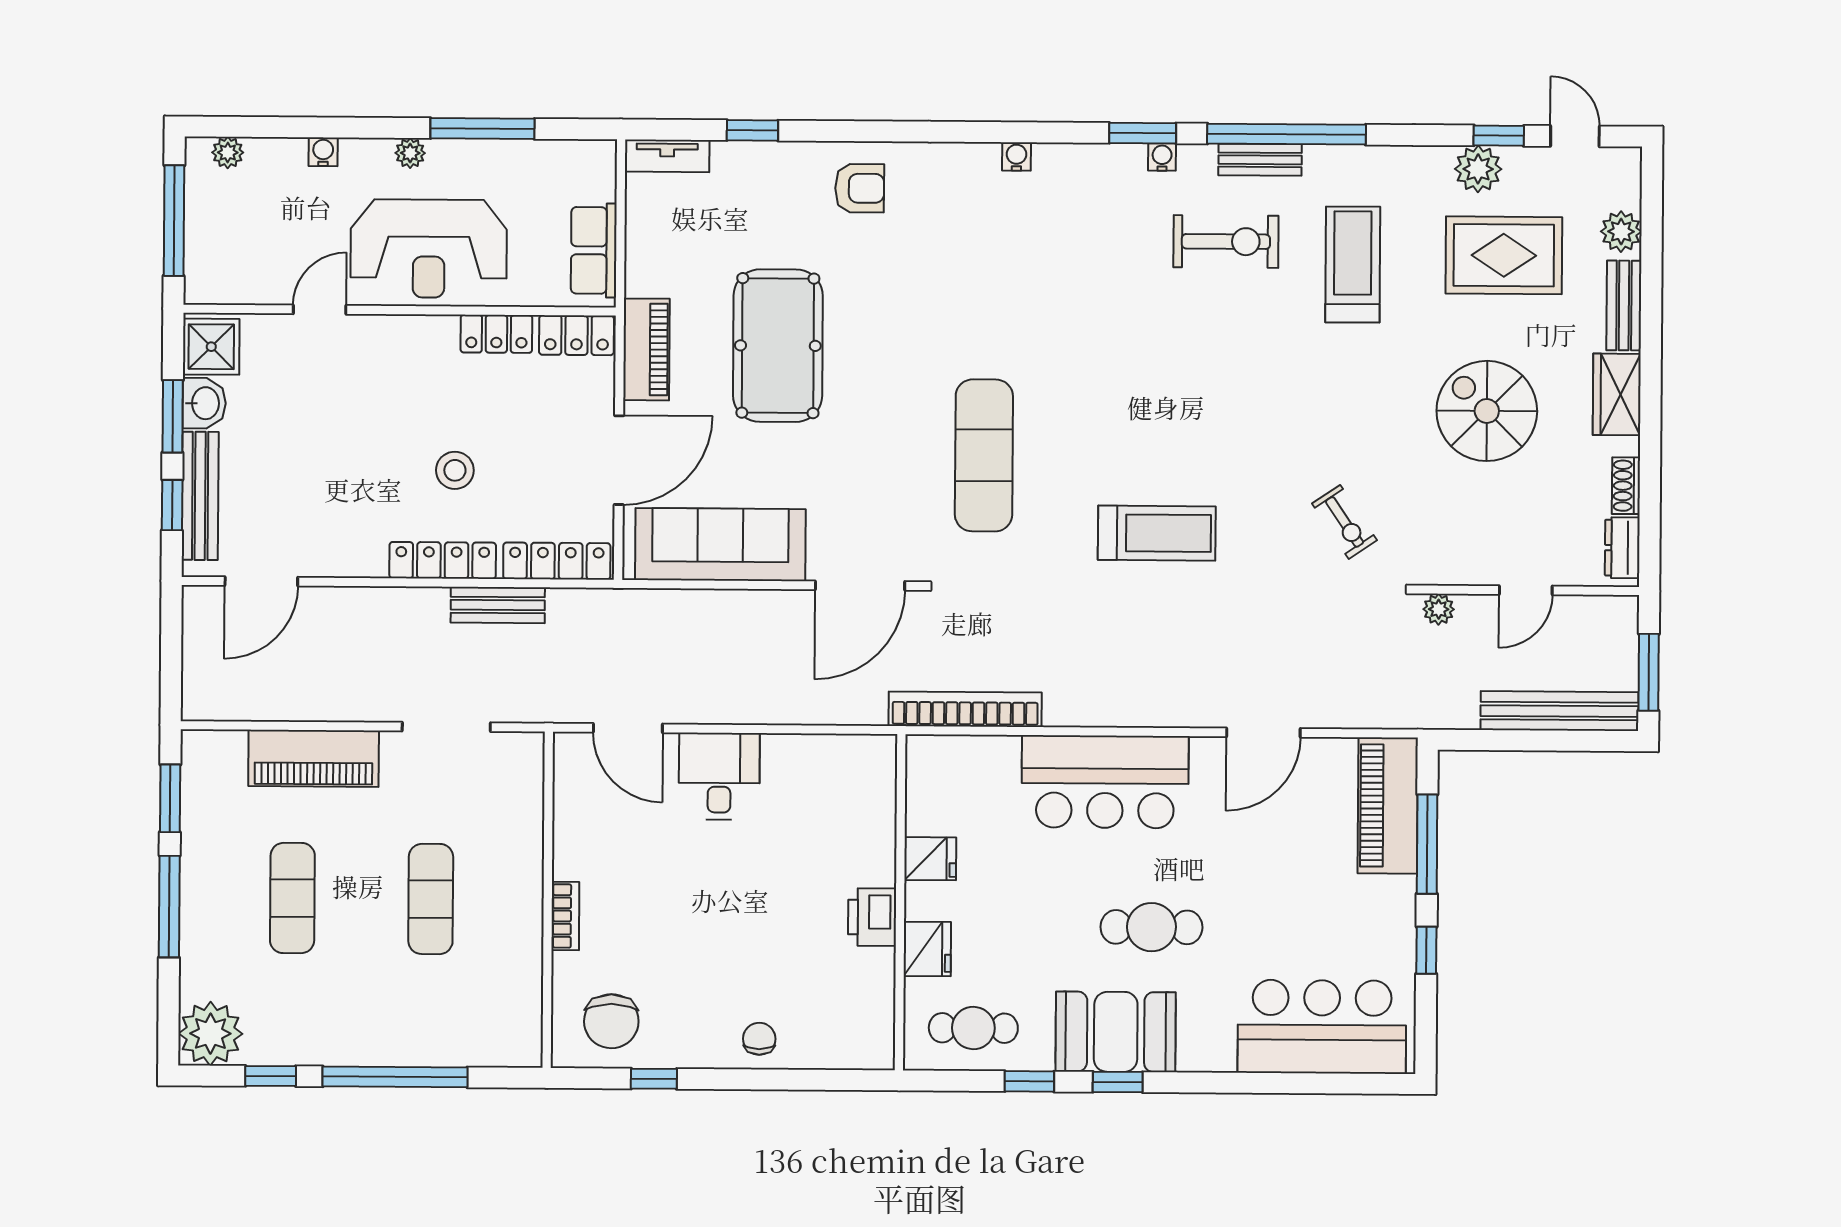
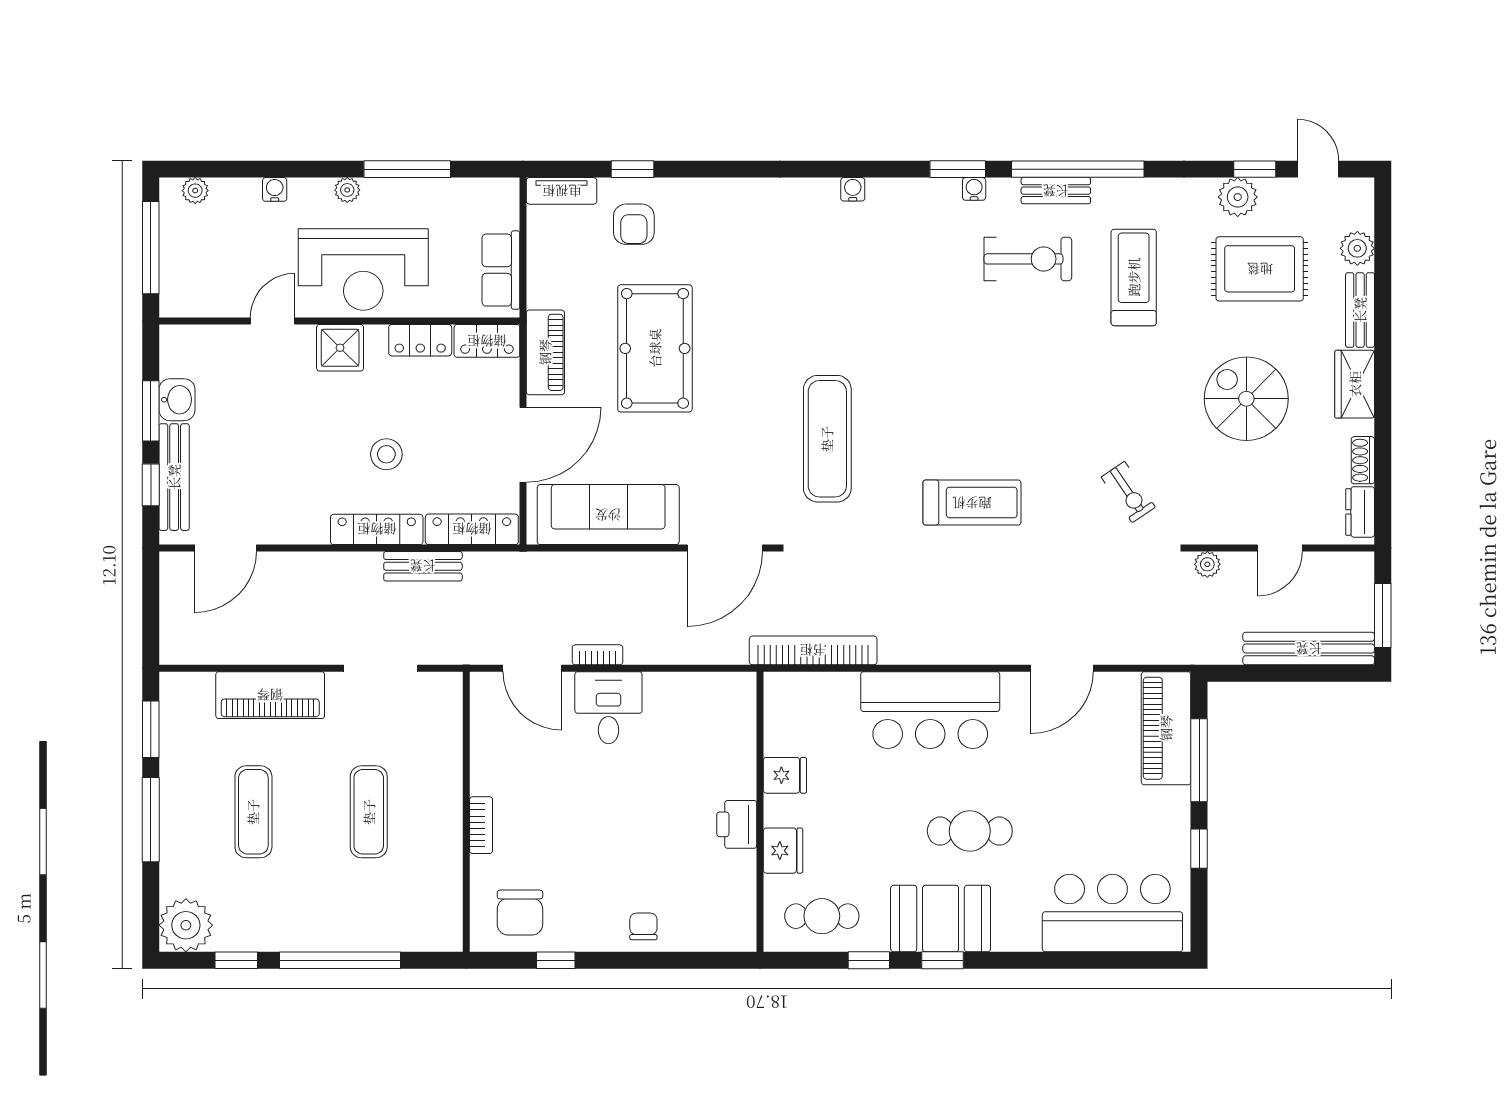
armchair: (860, 188) -> (634, 224), moved, turned 90
shower: (211, 347) -> (340, 348), moved
bookcase: (706, 713) -> (597, 655), added

